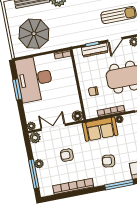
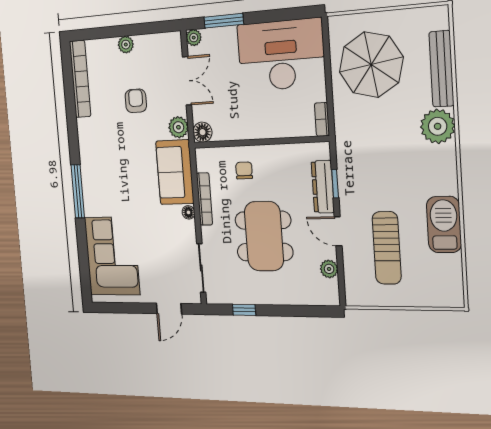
window: (17, 89) -> (224, 21), moved
plant: (35, 138) -> (178, 127), moved
armchair: (108, 161) -> (119, 179), removed
window: (34, 174) -> (109, 32), removed
bookcase: (73, 186) -> (80, 79), moved

